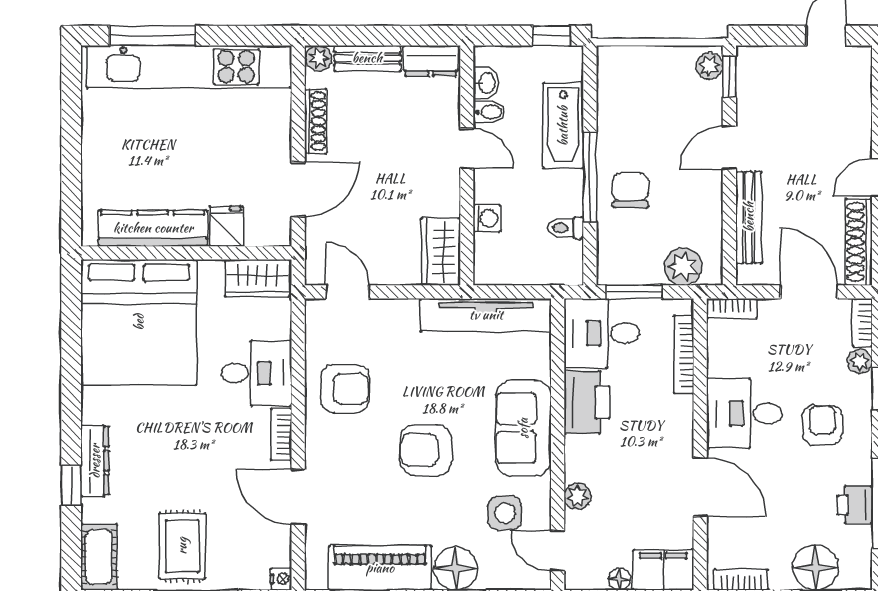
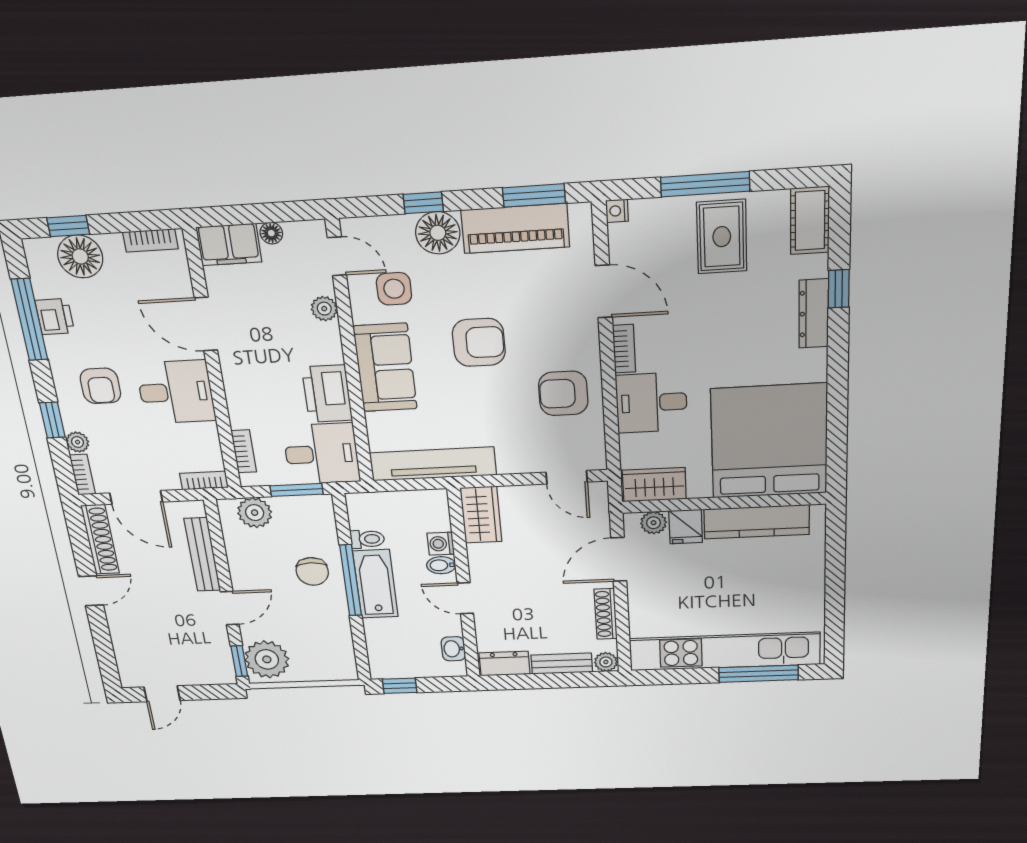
plant: (709, 66) -> (267, 659), width x1.87, depth x1.87
bidet: (489, 112) -> (441, 565), moved
bathtub: (563, 126) -> (375, 584), moved
plant: (260, 233) -> (654, 523), added
bookcase: (684, 355) -> (244, 451), width x0.64

